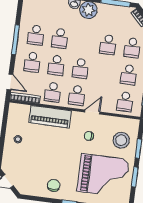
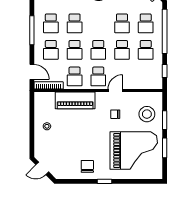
school desk: (125, 102) -> (122, 50), moved

